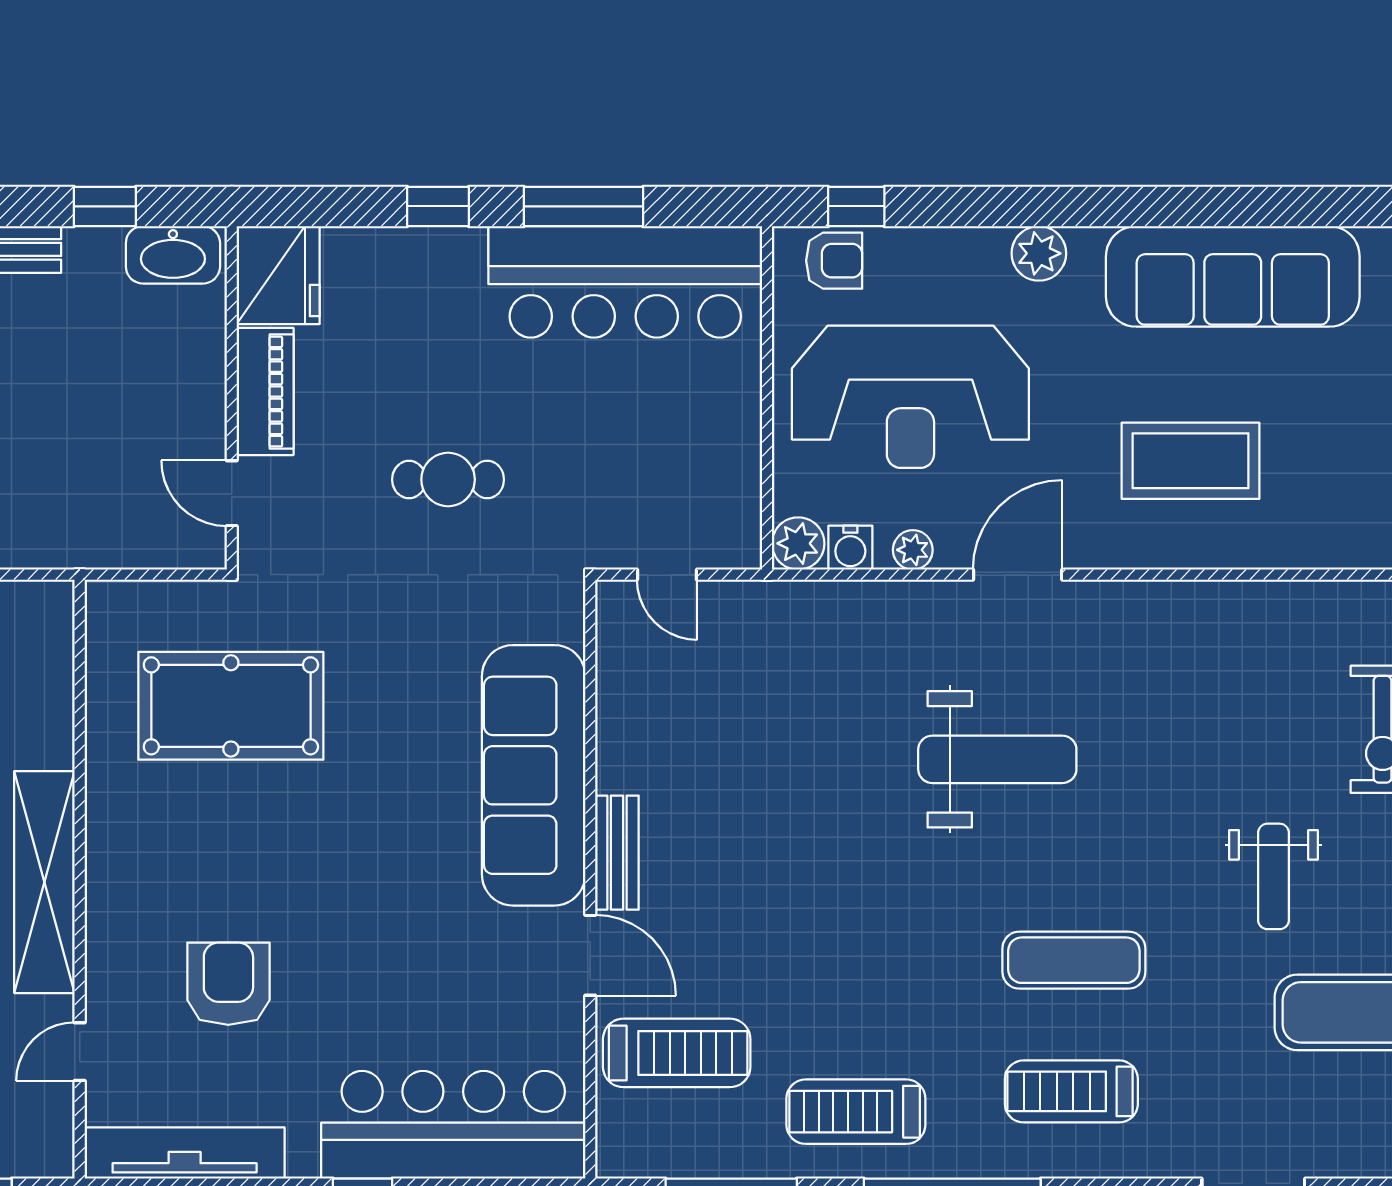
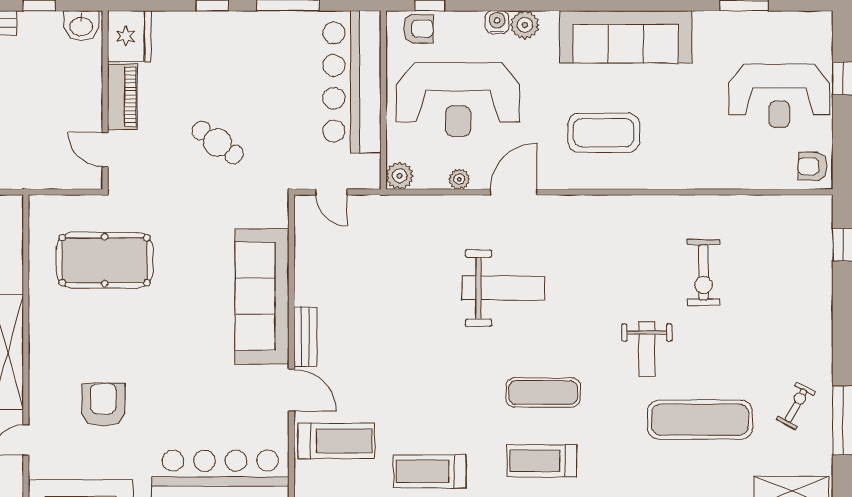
washbasin: (173, 255) -> (81, 26), width x0.72
bar counter: (625, 282) -> (352, 82), moved, turned 90
cafe table: (448, 480) -> (218, 143), turned 36
water cooler: (850, 548) -> (497, 22), moved, turned 180

